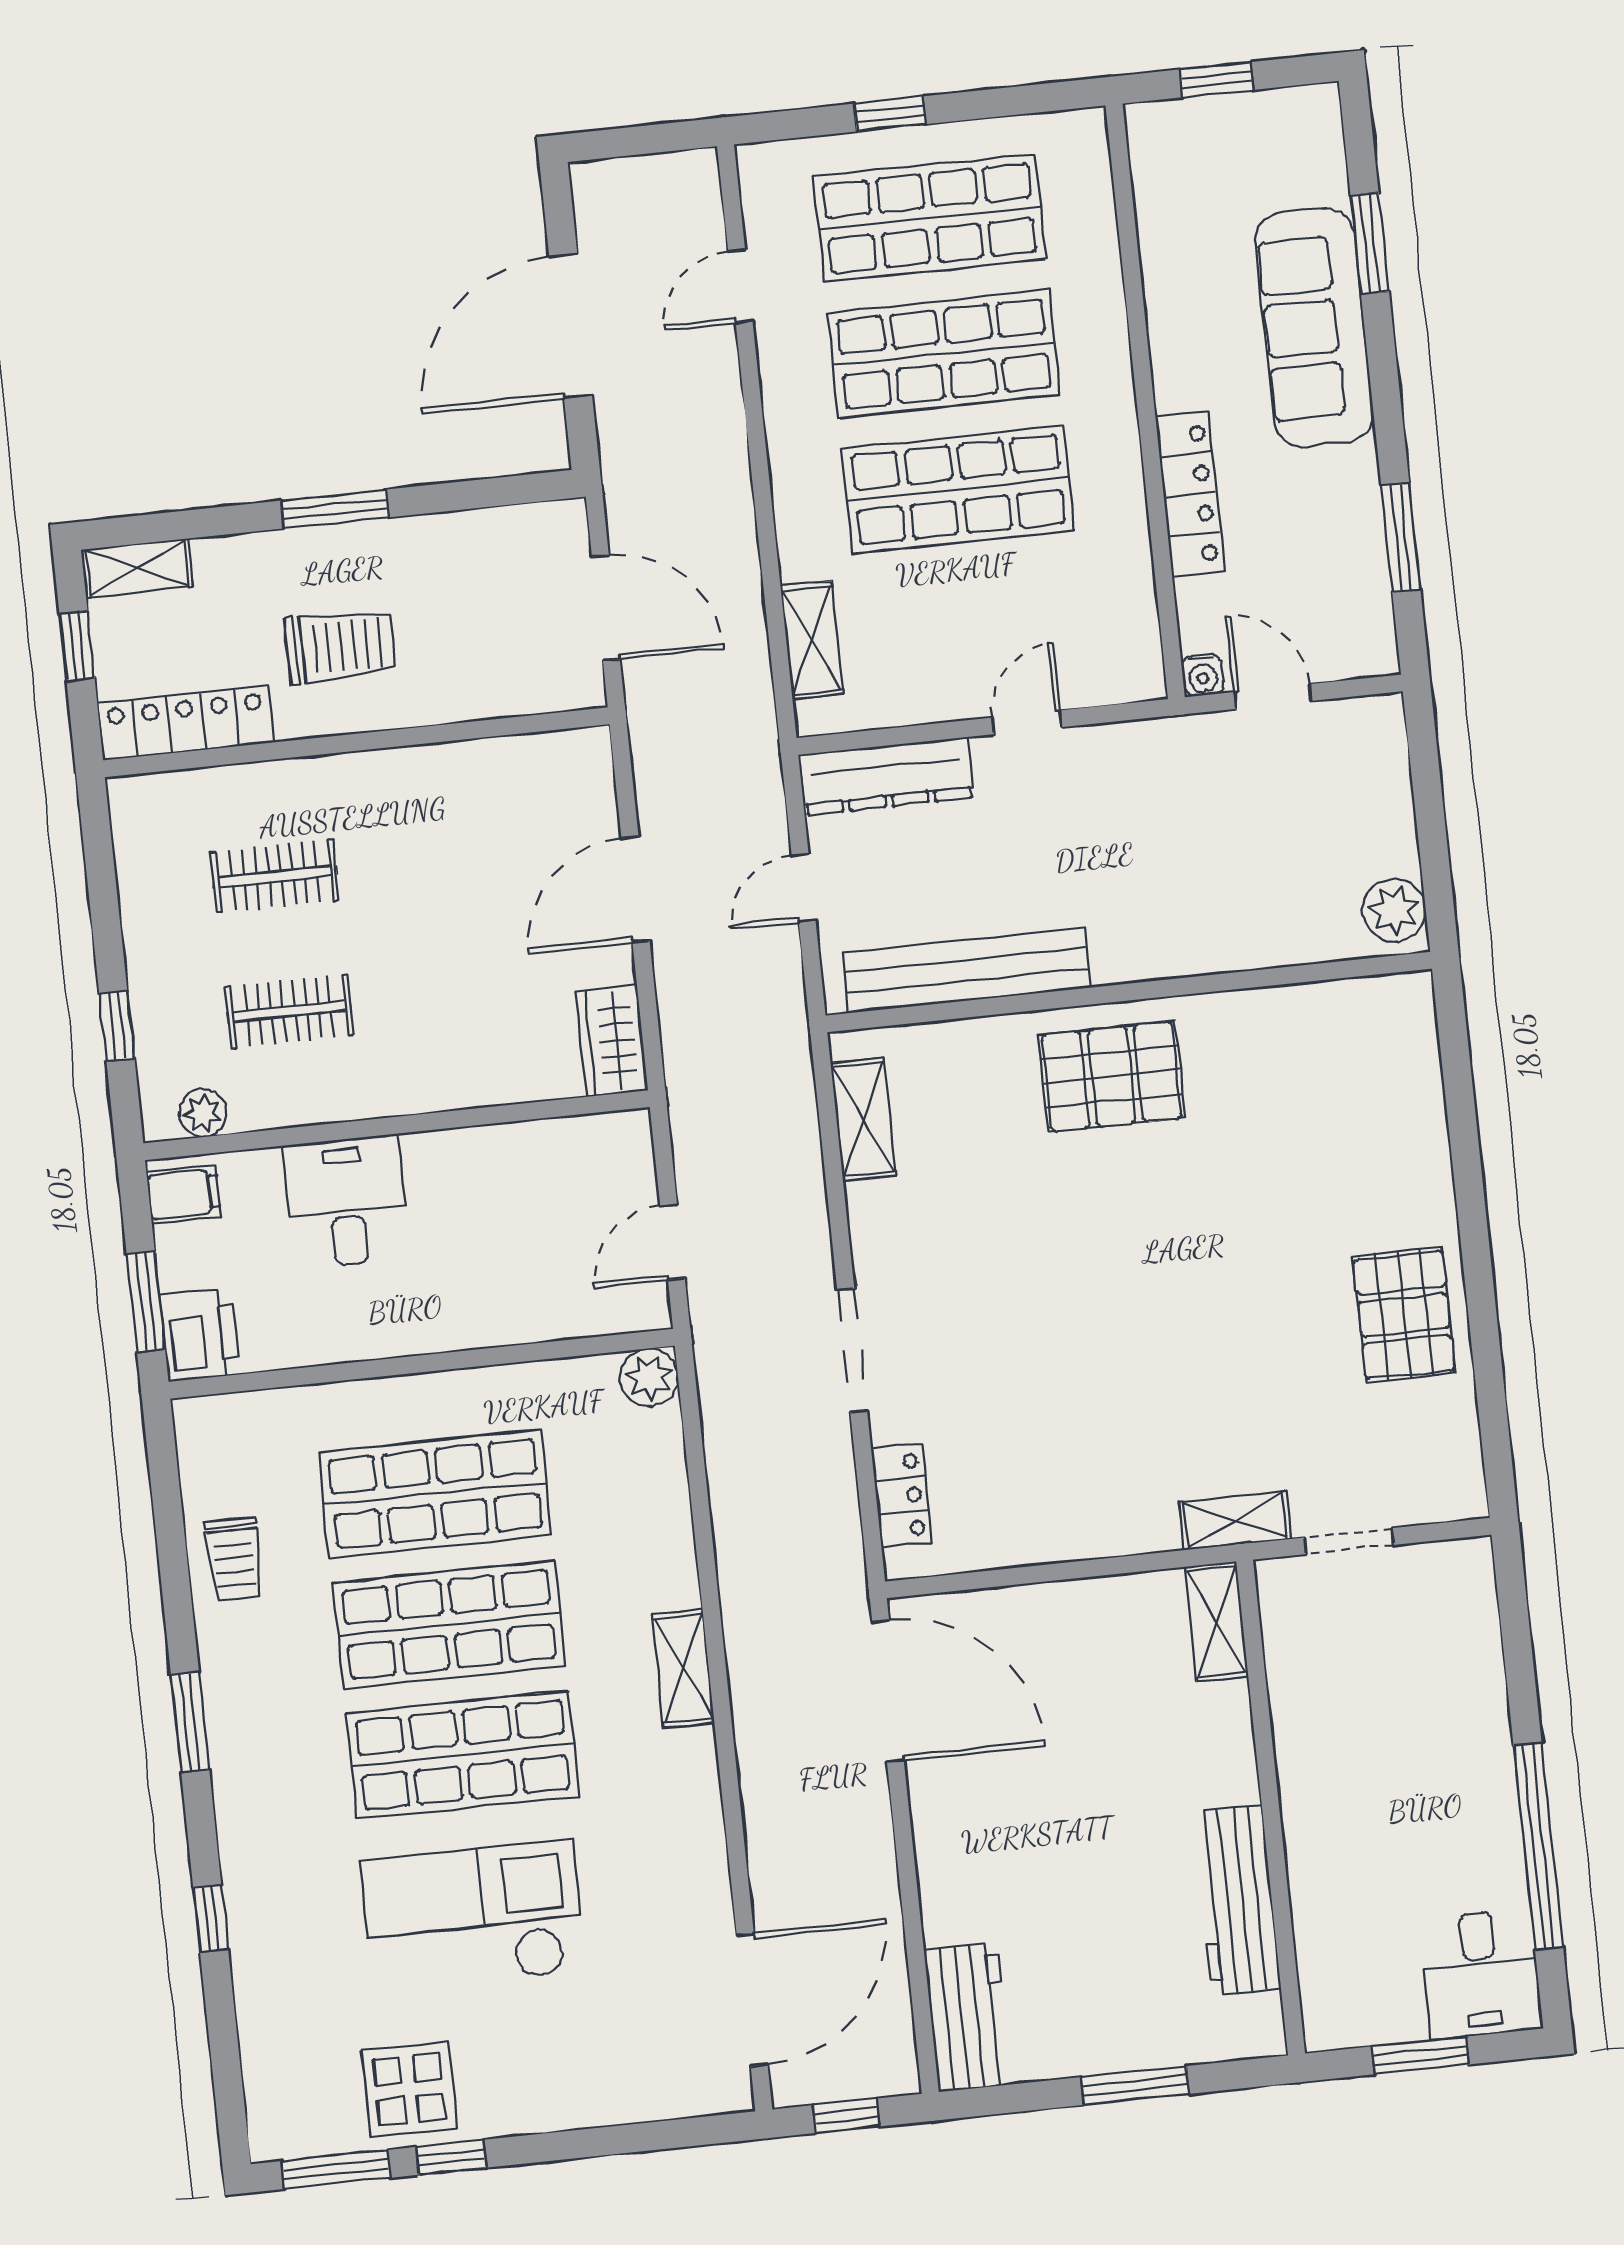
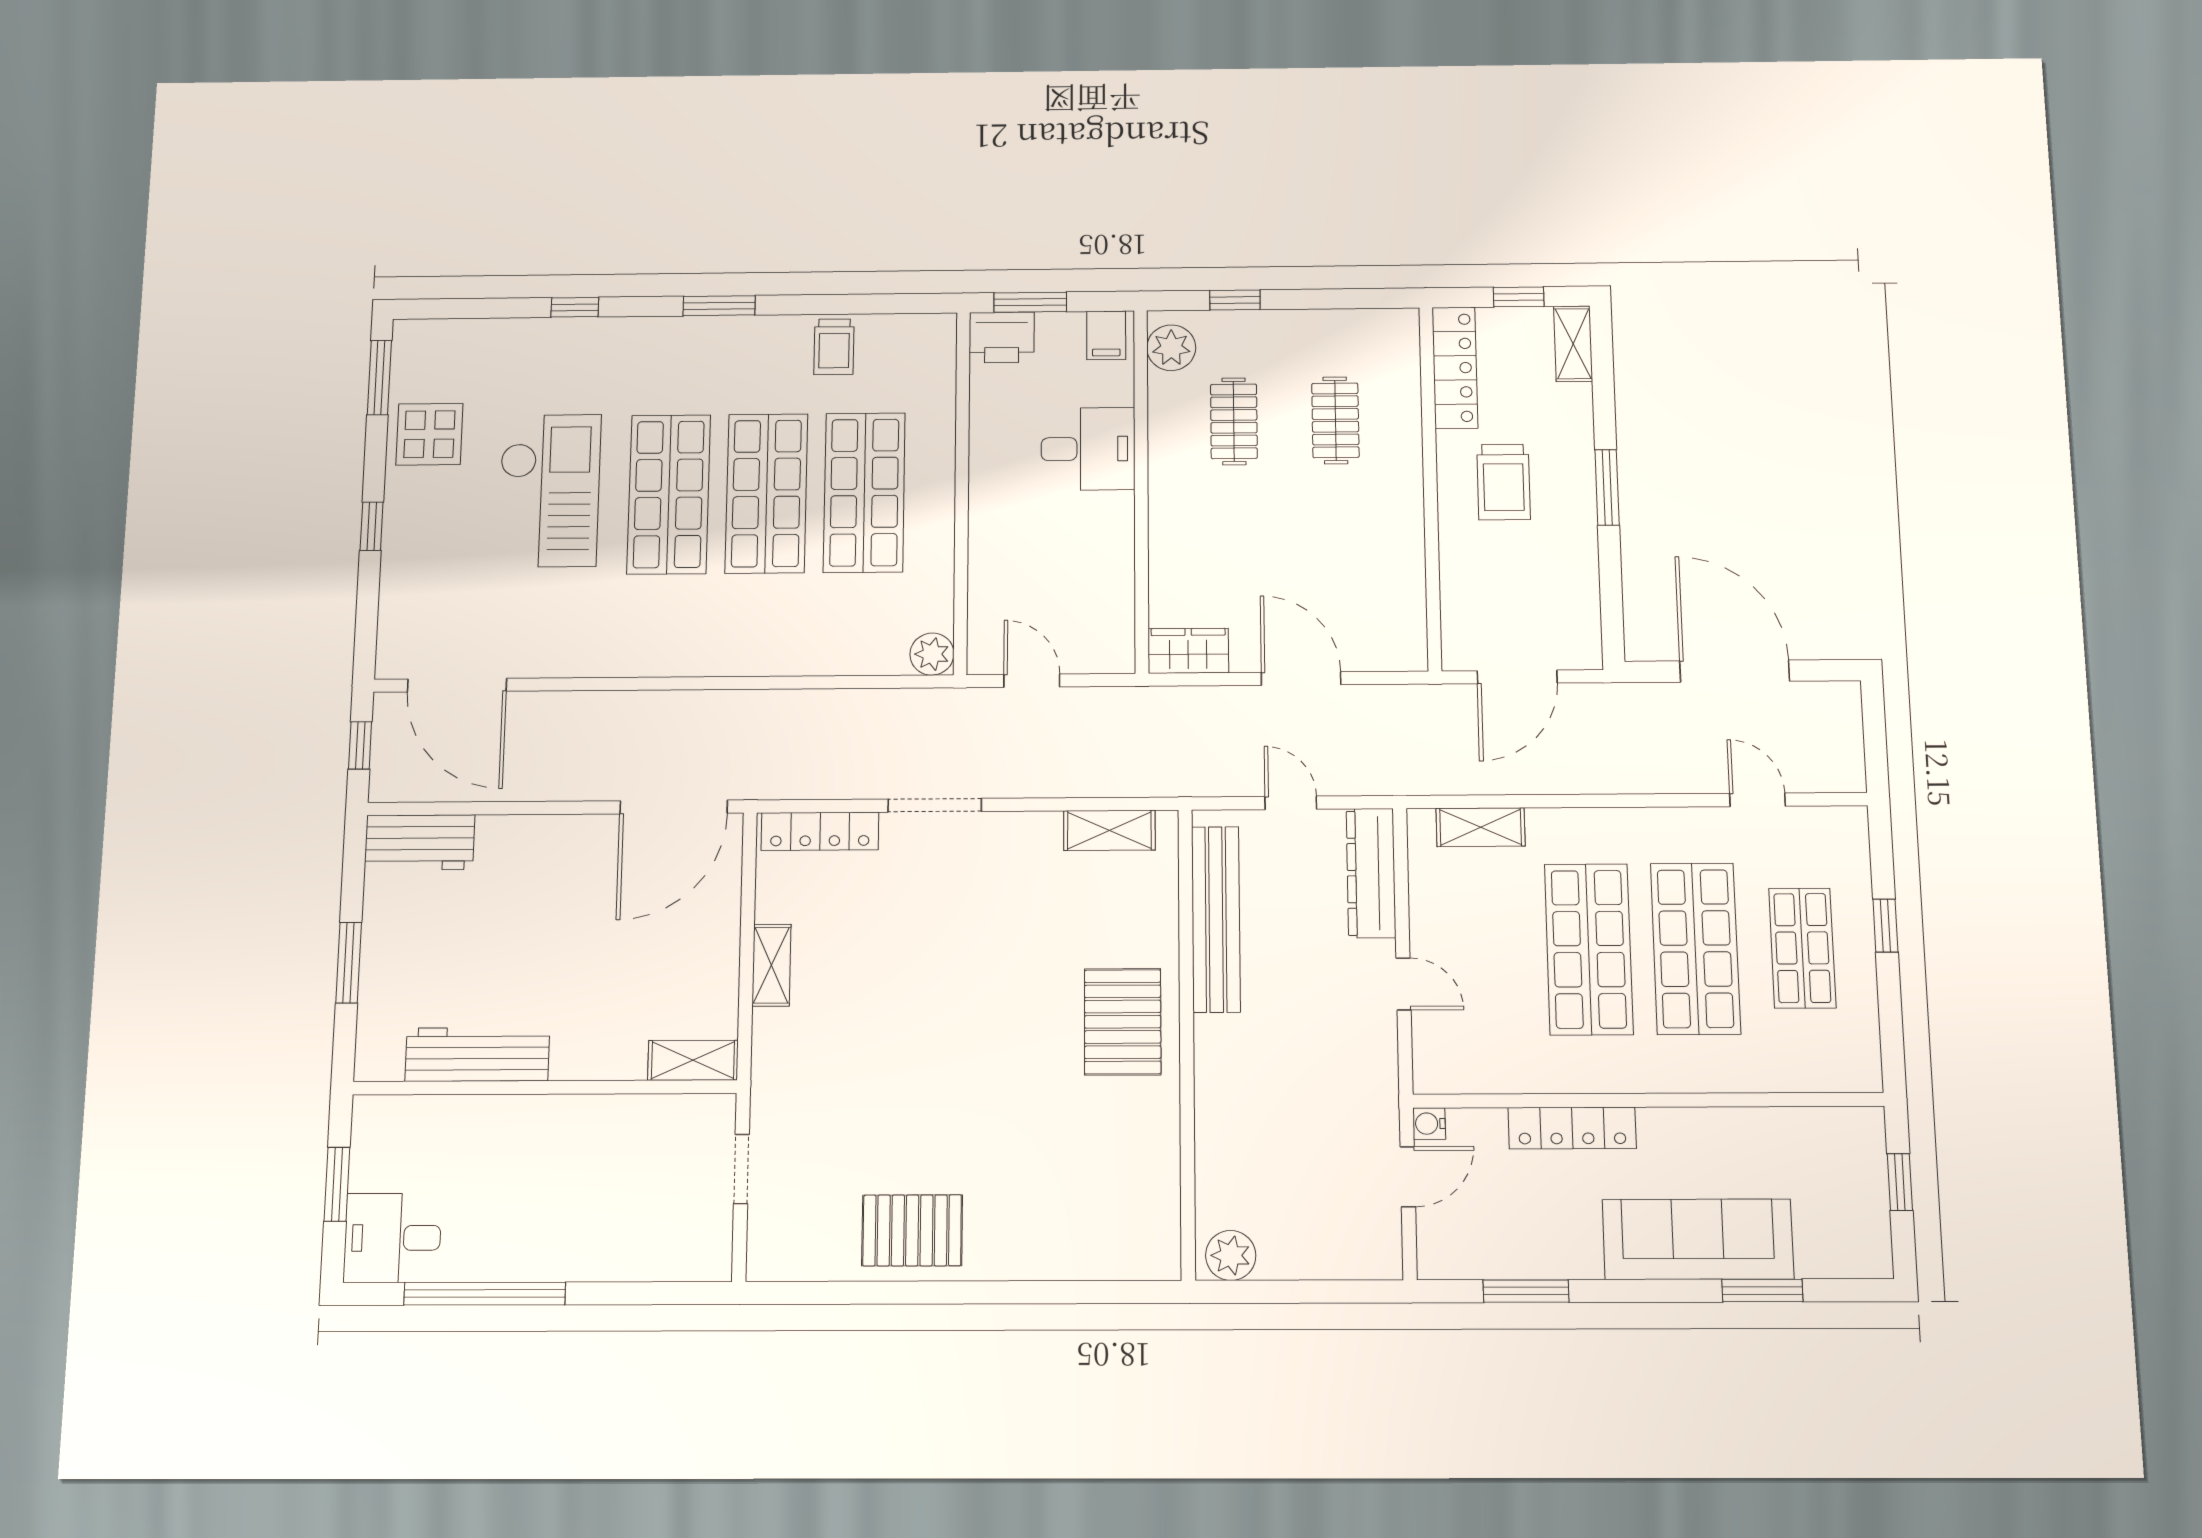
shop shelf: (930, 218) -> (1802, 948), width x0.70, depth x0.74
plant: (203, 1113) -> (1171, 348), width x1.38, depth x1.38
locker: (901, 1496) -> (820, 831), width x1.53
shelving: (1235, 1520) -> (771, 965), moved
trolley: (234, 1559) -> (834, 347), turned -90
shelving: (683, 1668) -> (711, 658), removed
window: (451, 2157) -> (372, 526), moved

